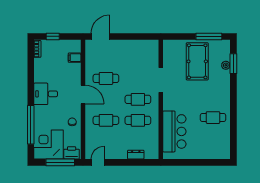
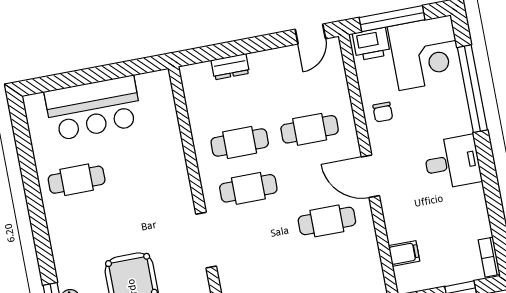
bar counter: (174, 131) -> (93, 108), moved, turned -90

